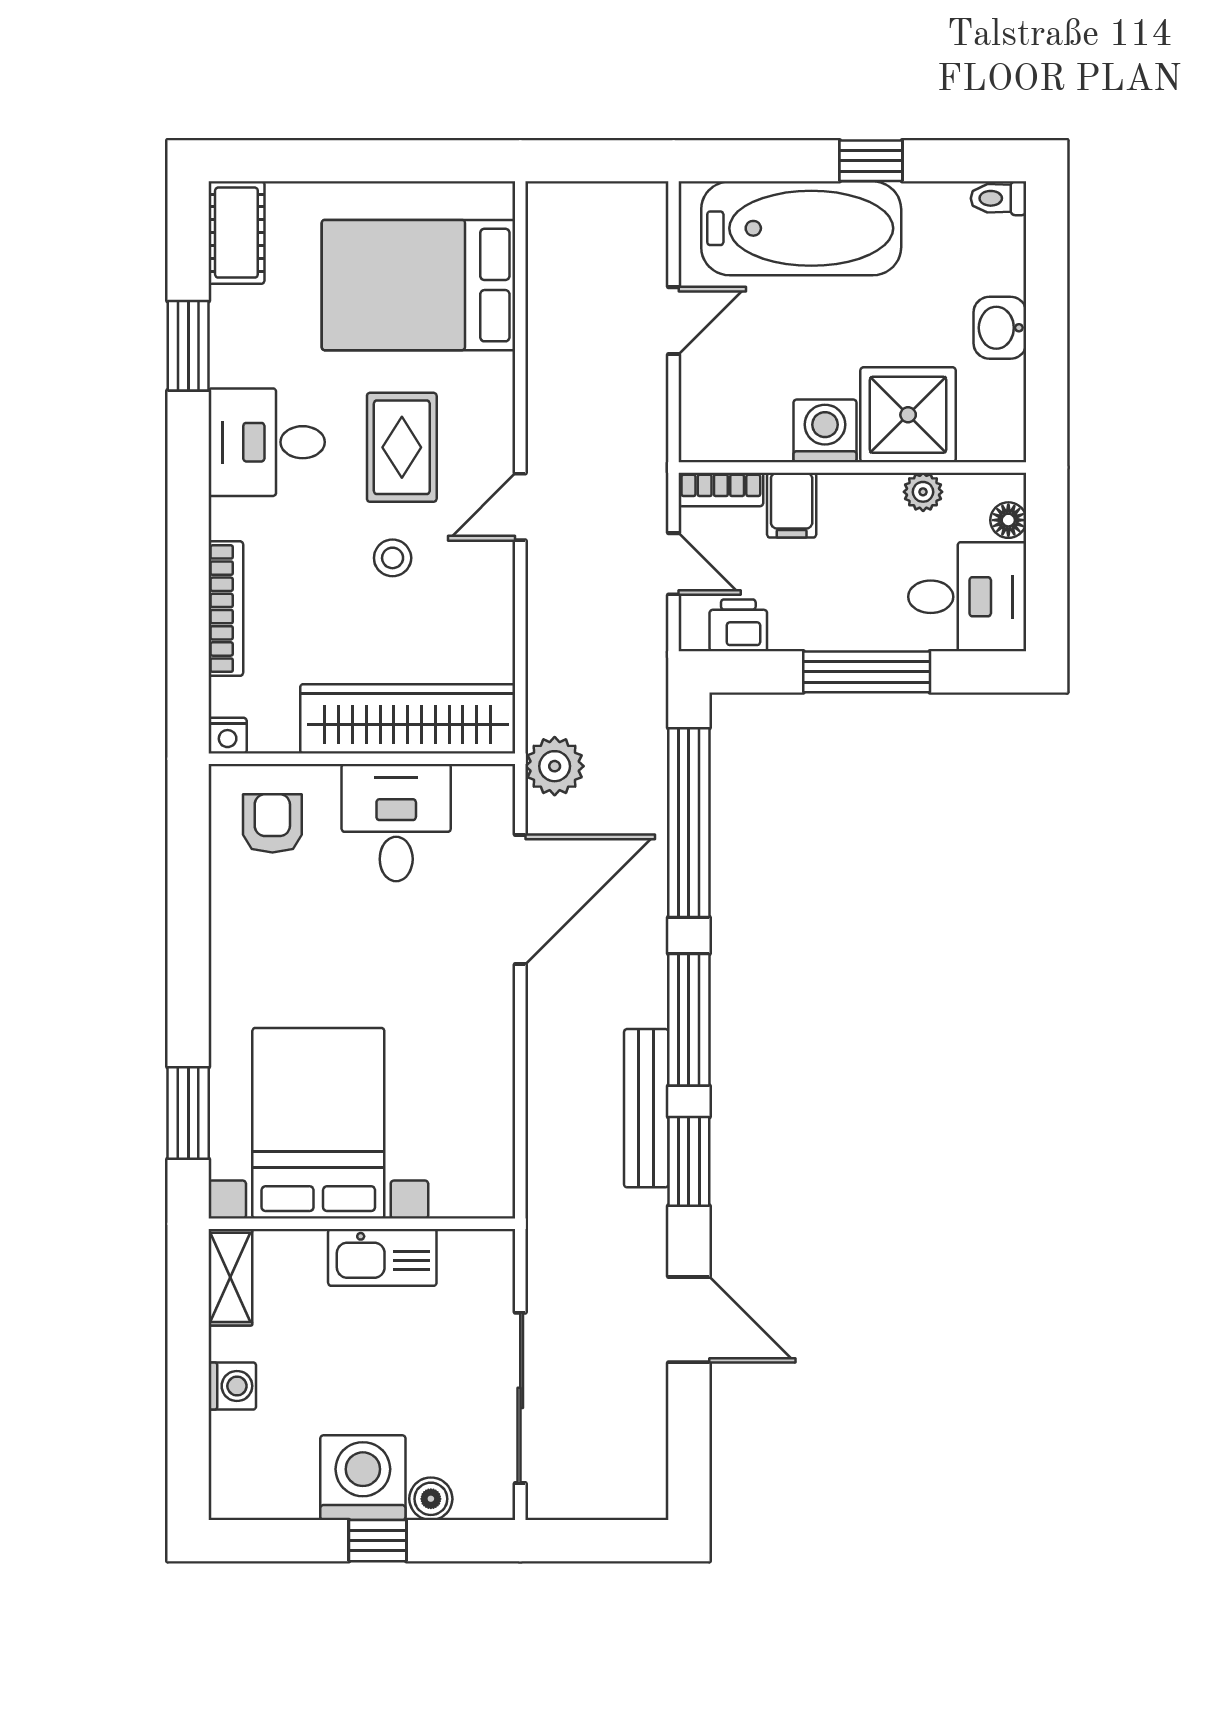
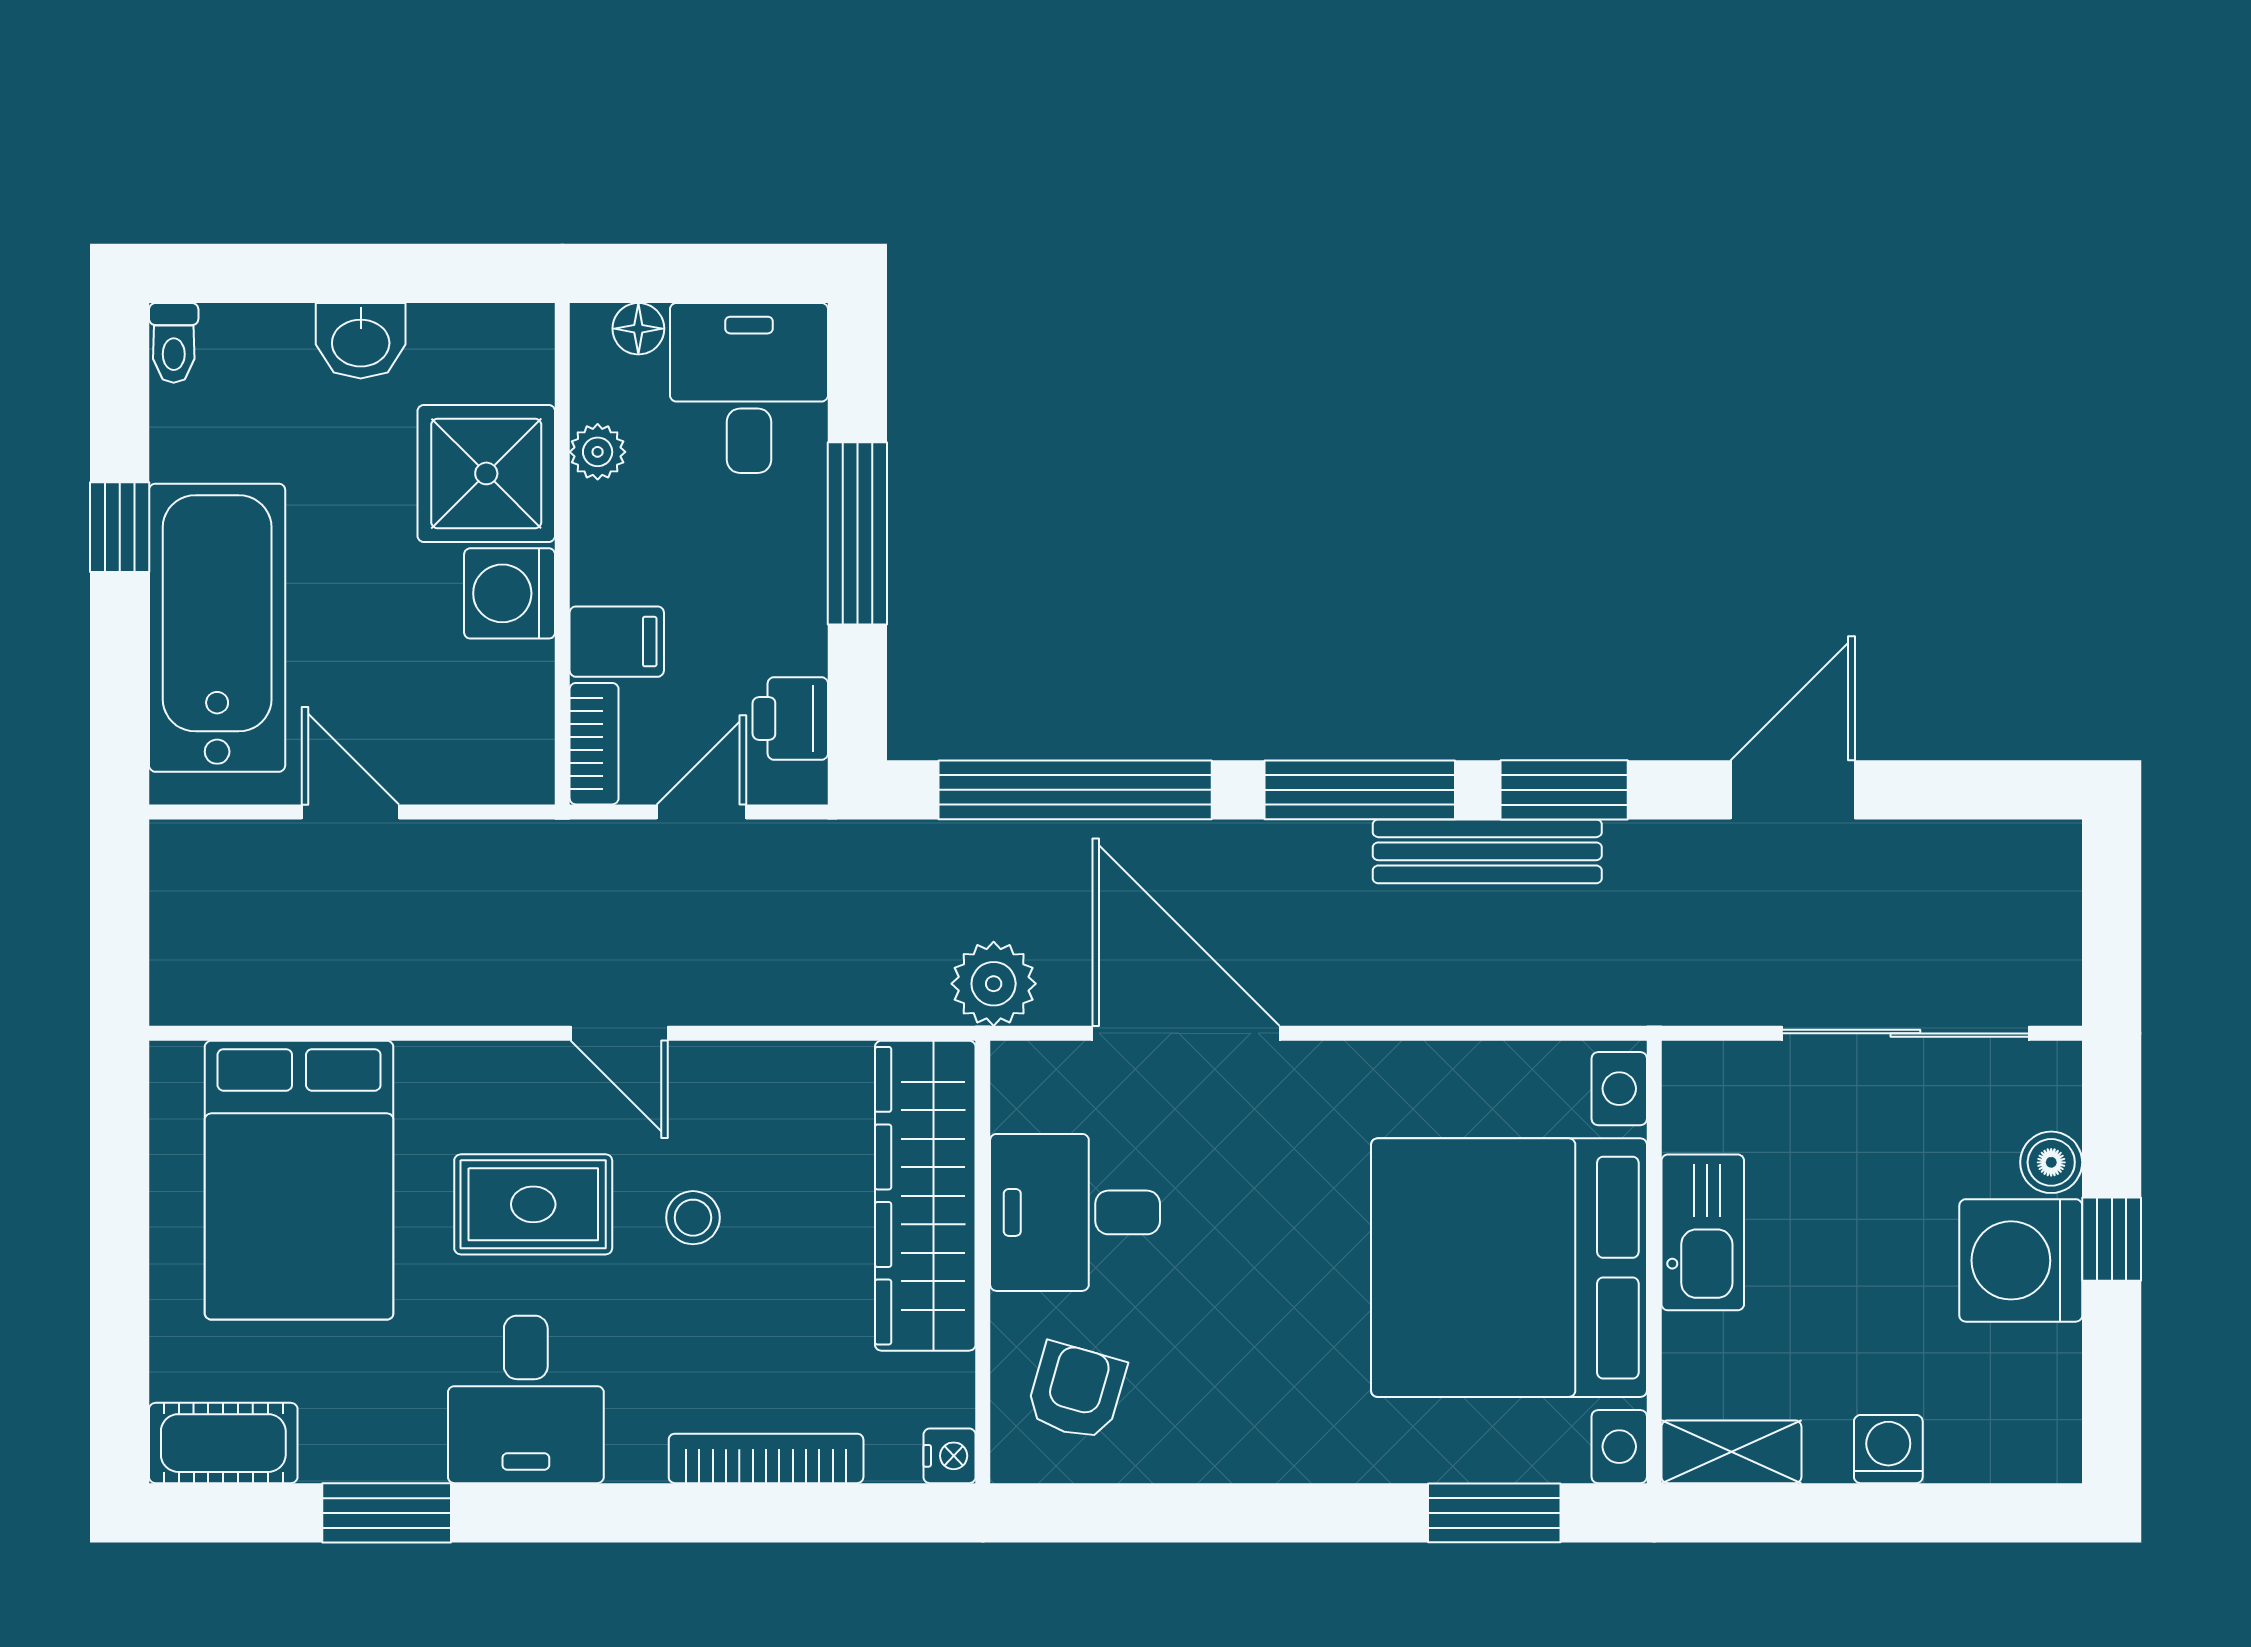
armchair: (272, 823) -> (1076, 1391), turned 106
bed with nightstands: (318, 1123) -> (1509, 1268), width x1.36

